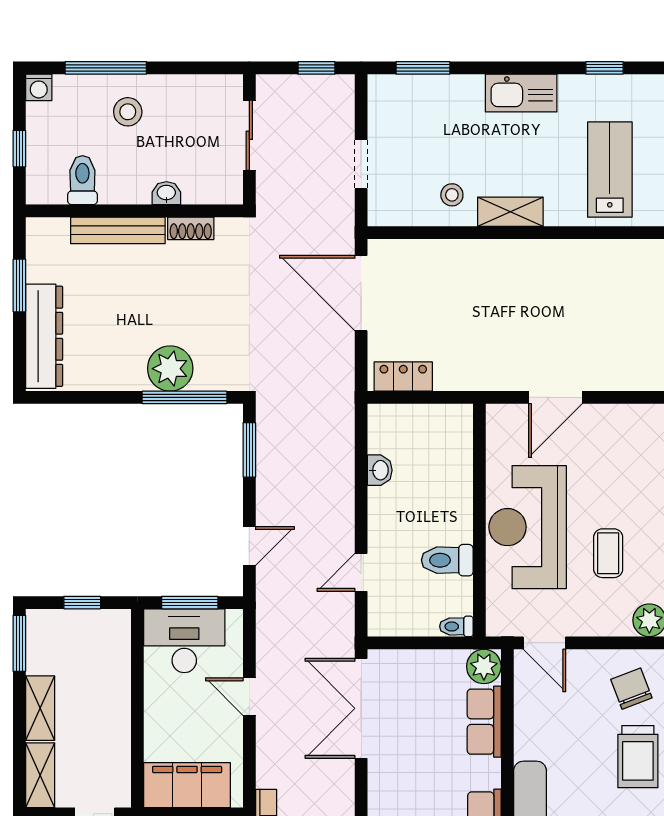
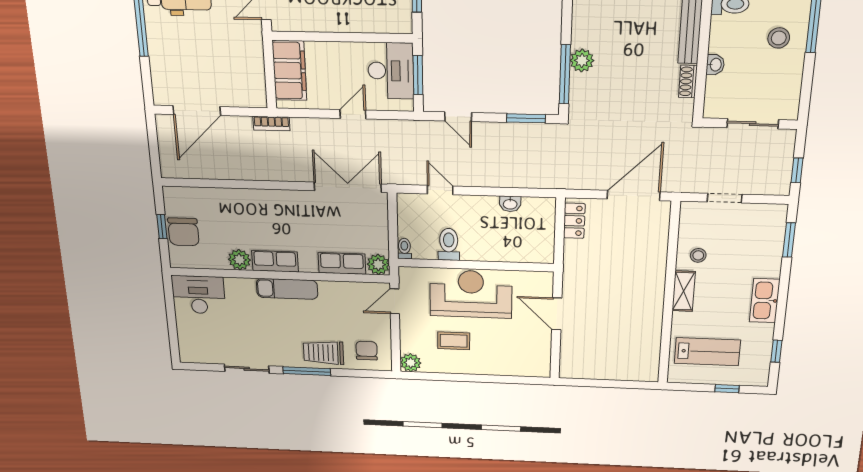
plant: (170, 369) -> (582, 60), width x0.73, depth x0.73
chair: (631, 689) -> (367, 351), turned -69

